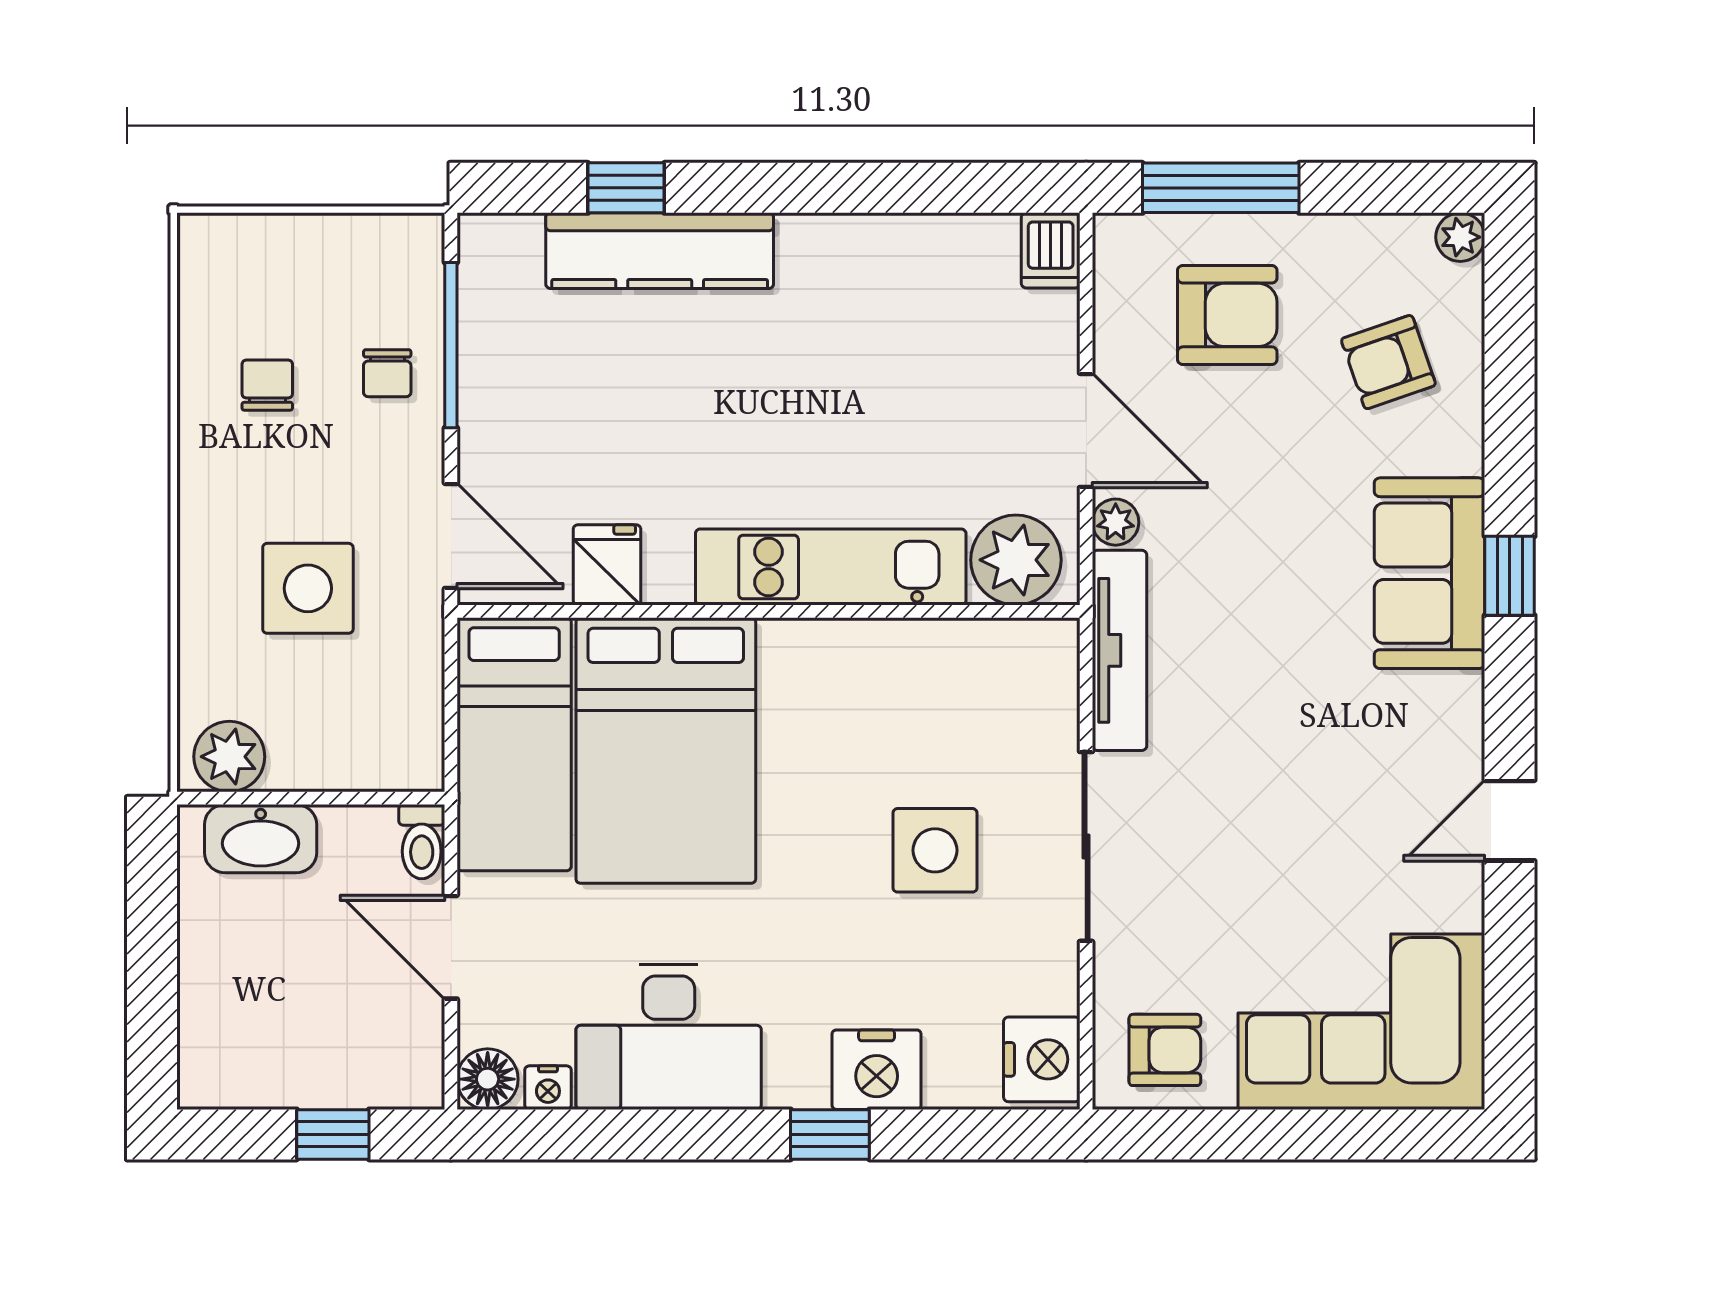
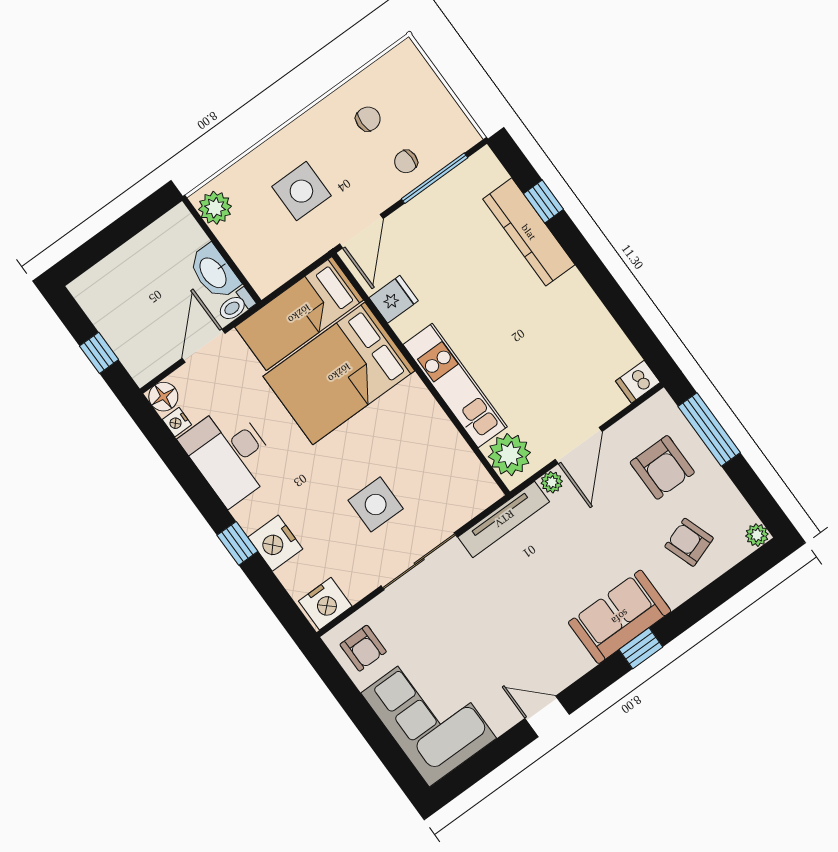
washbasin: (261, 839) -> (214, 272), moved

